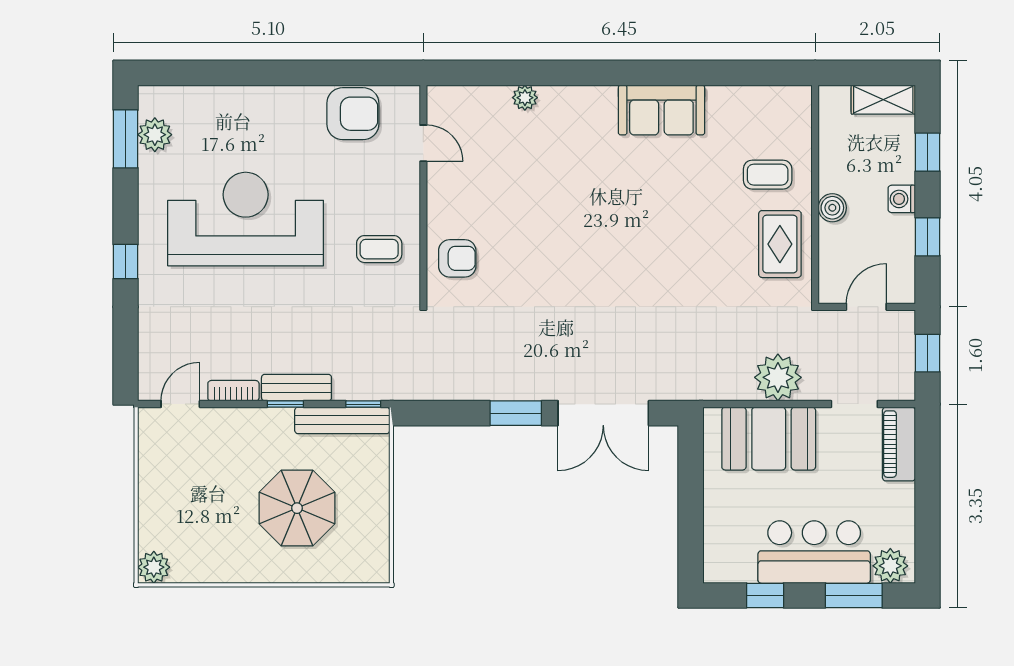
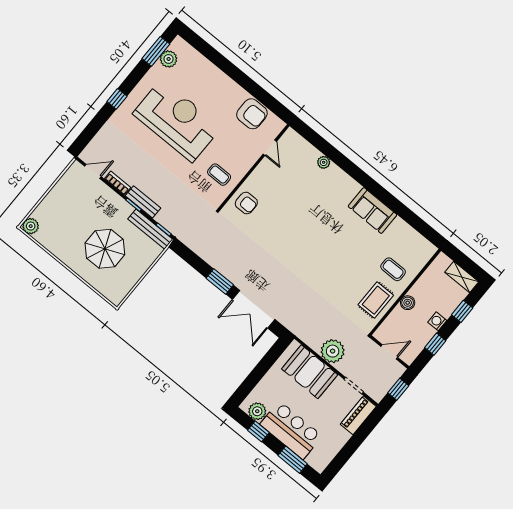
plant: (890, 566) -> (257, 411), moved

